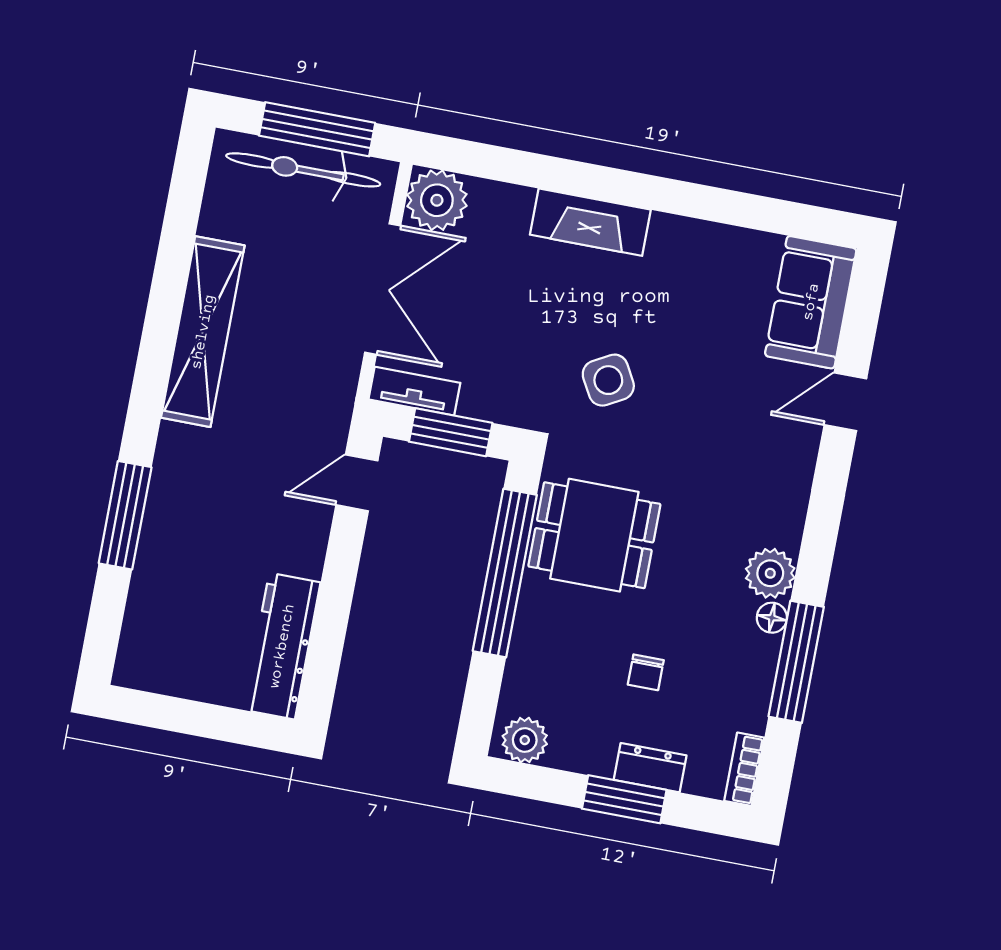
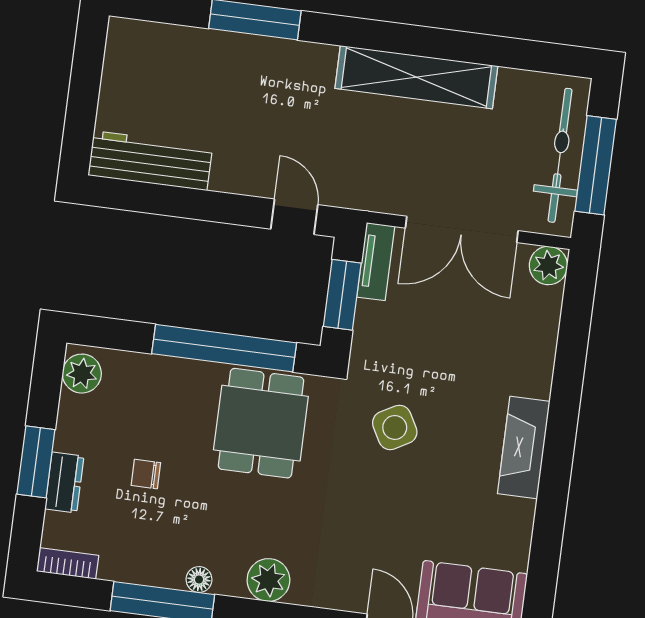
plant: (437, 200) -> (548, 265), width x0.73, depth x0.73
fireplace: (590, 222) -> (524, 448), moved
plant: (770, 573) -> (268, 580), moved

